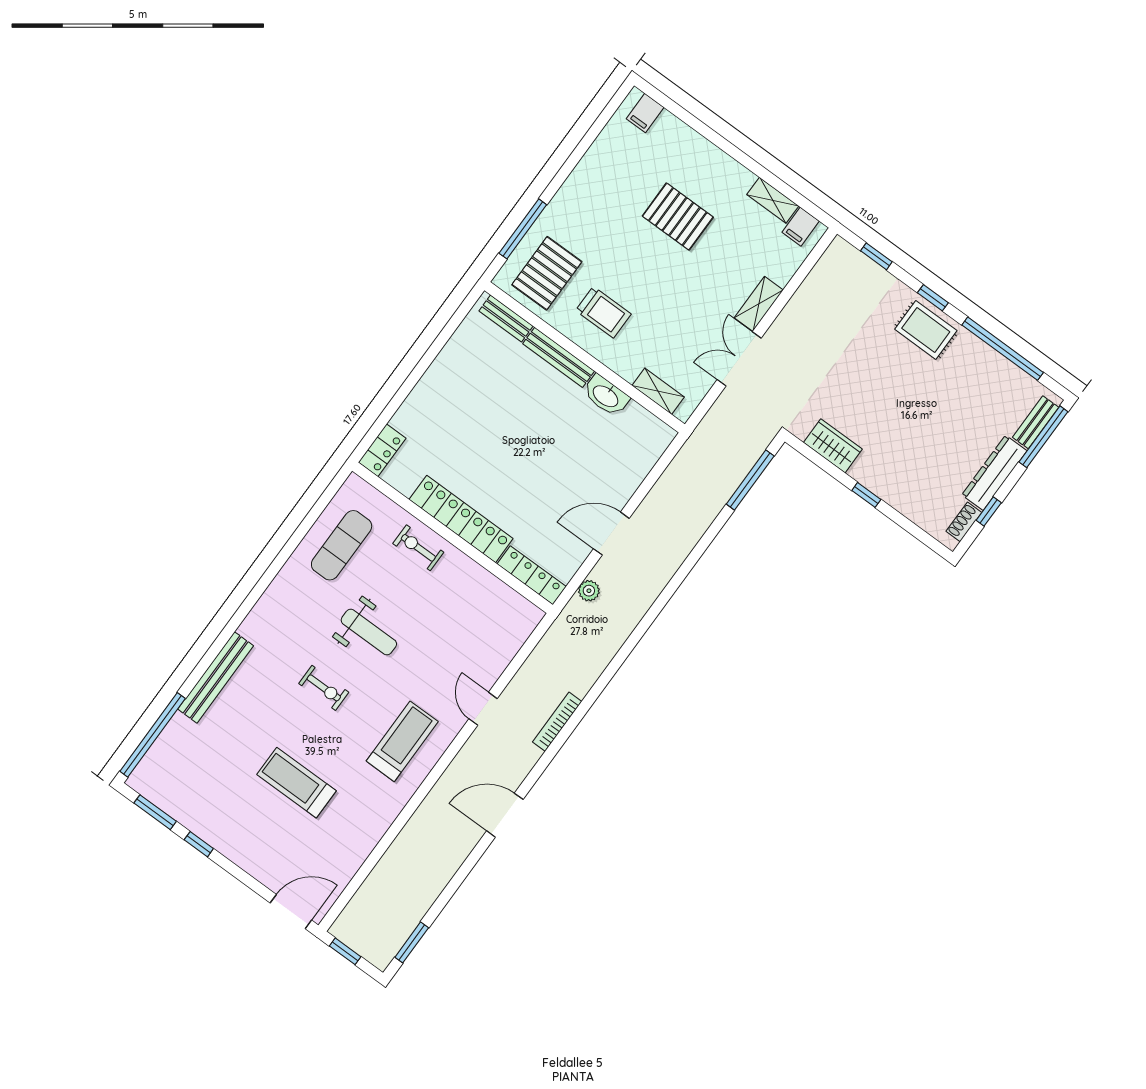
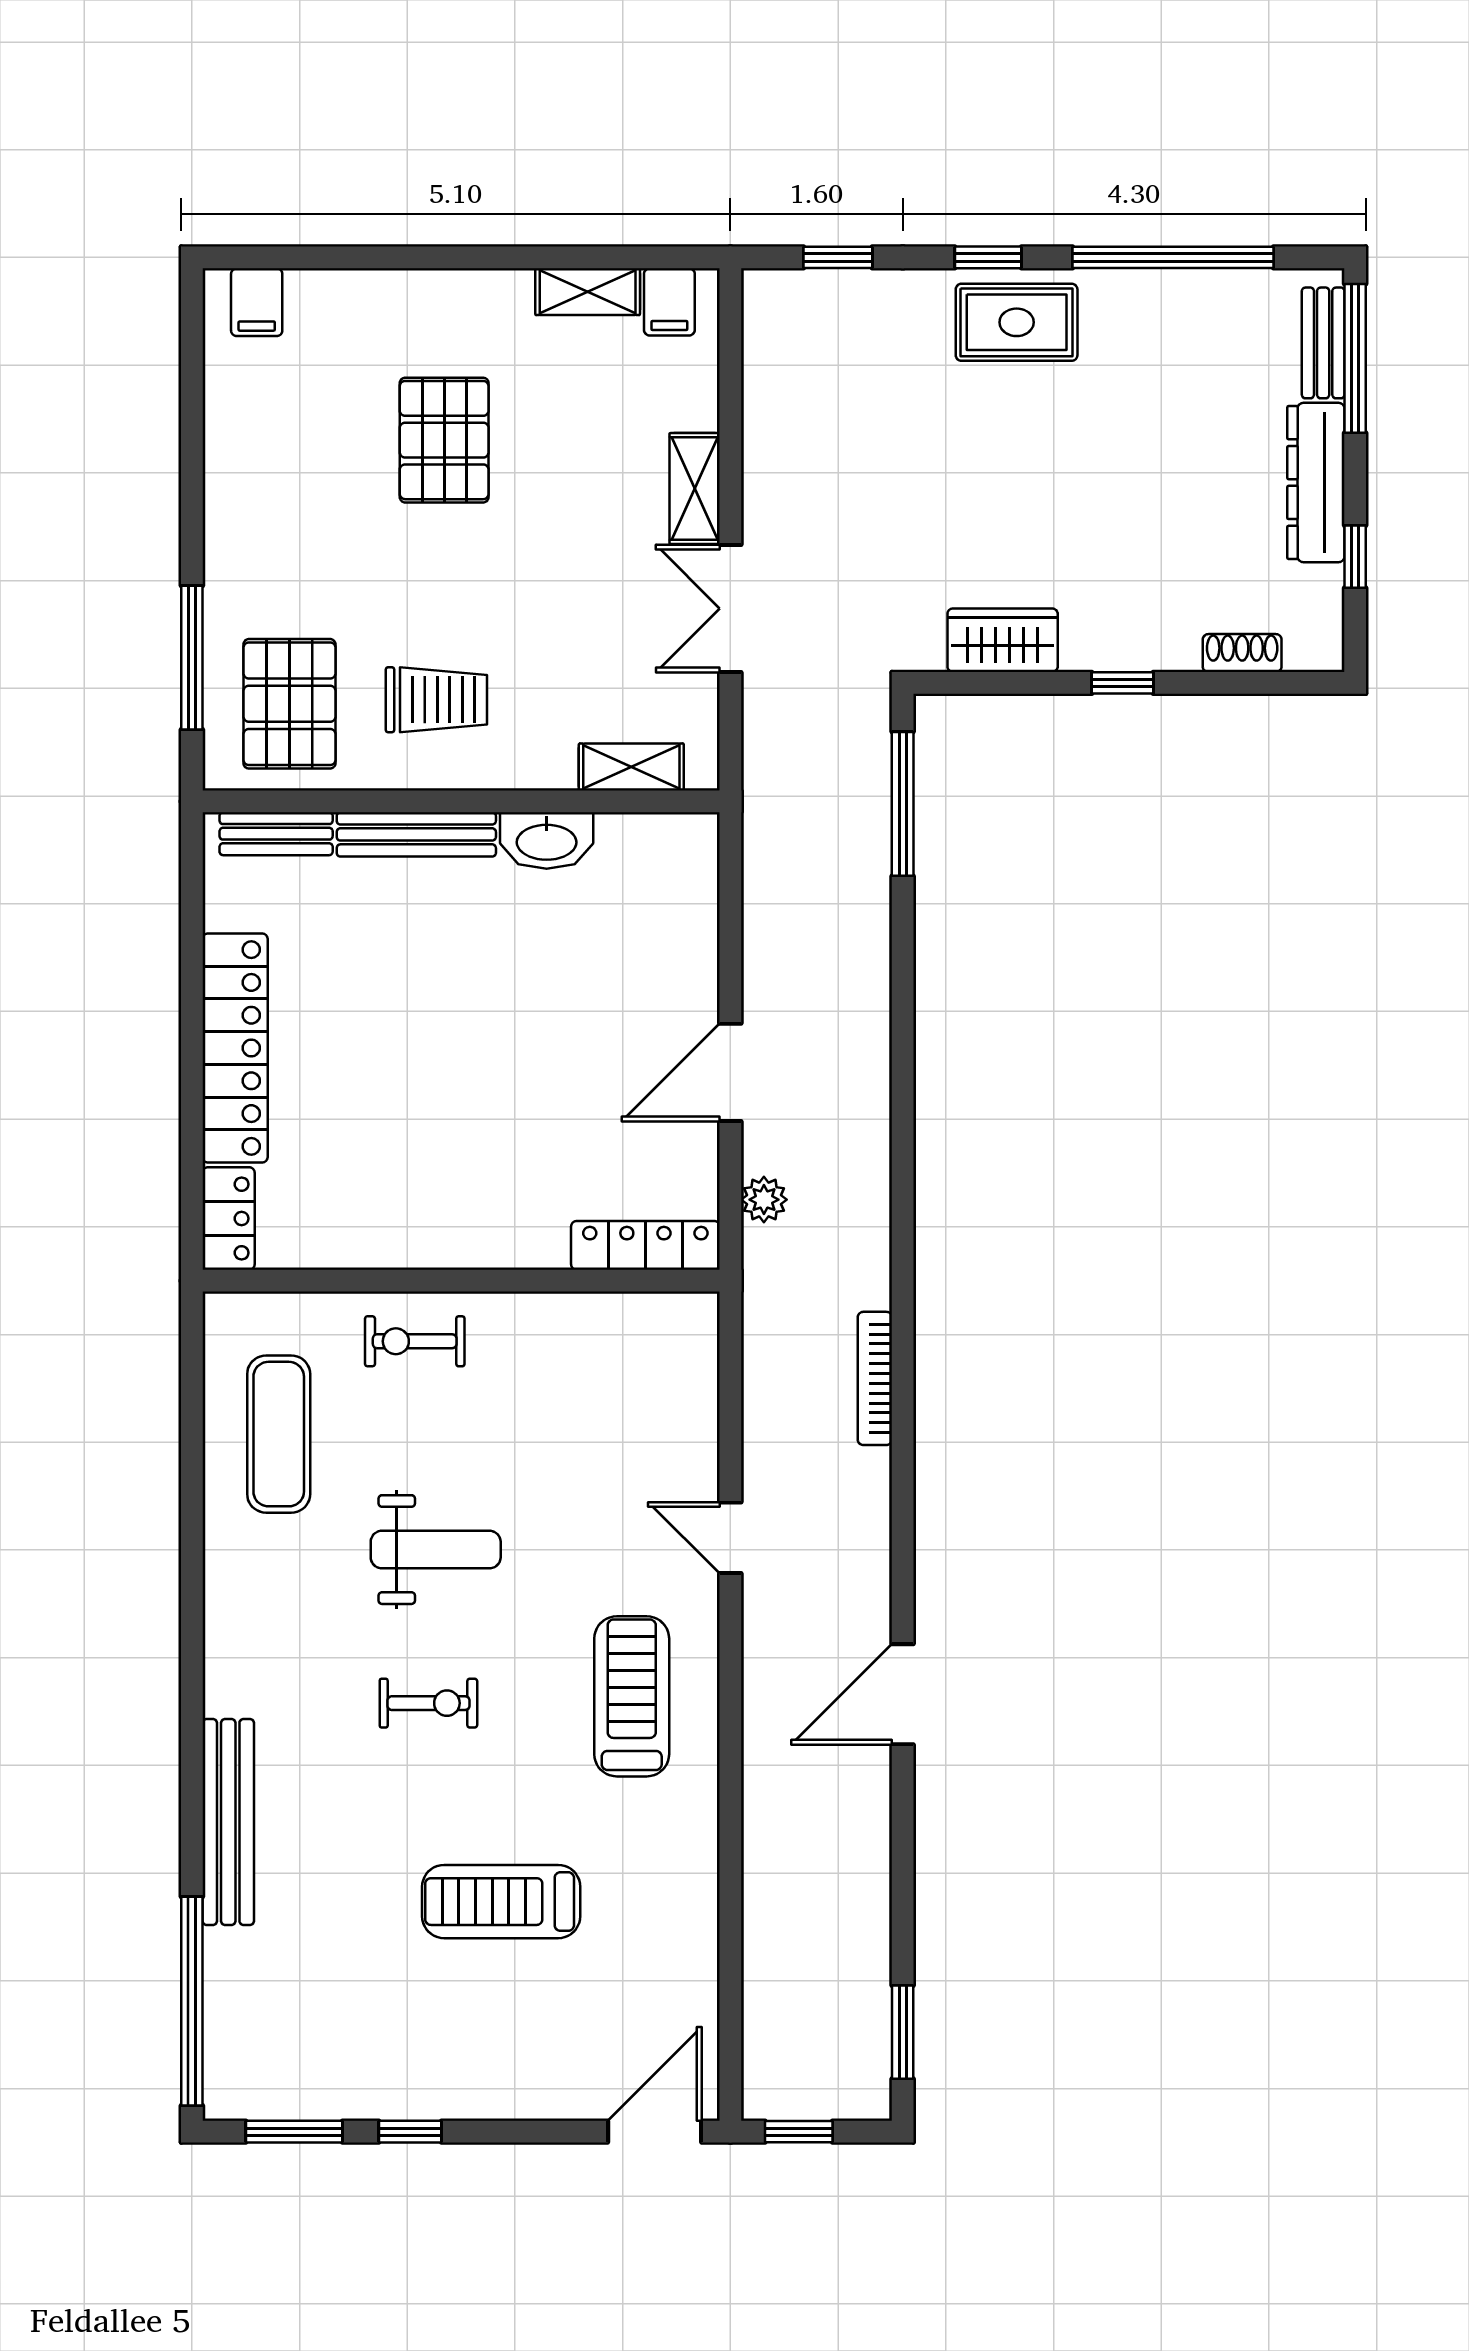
pallet: (678, 217) -> (444, 440), turned 90
locker: (461, 519) -> (235, 1048), moved, turned 90
shoe rack: (964, 522) -> (1242, 653), moved, turned 90
bookcase: (557, 722) -> (875, 1378), moved

